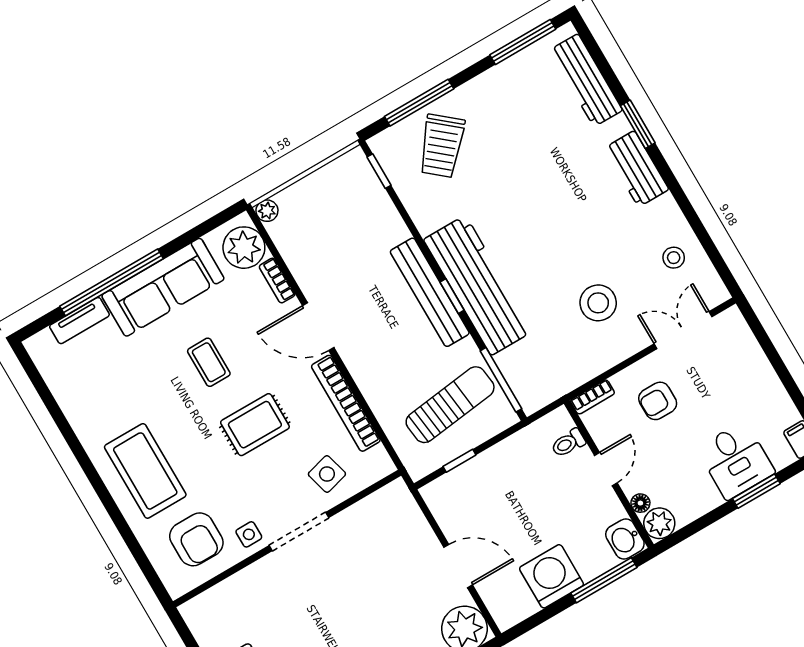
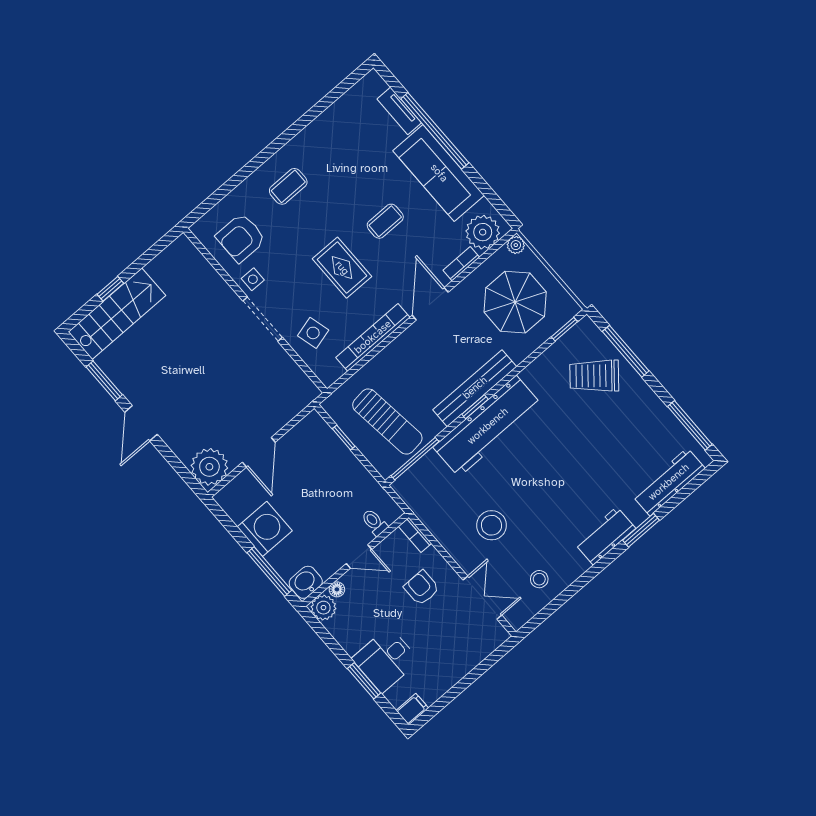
parasol: (335, 224) -> (515, 302), added
coffee table: (145, 471) -> (288, 186), width x0.54, depth x0.58

